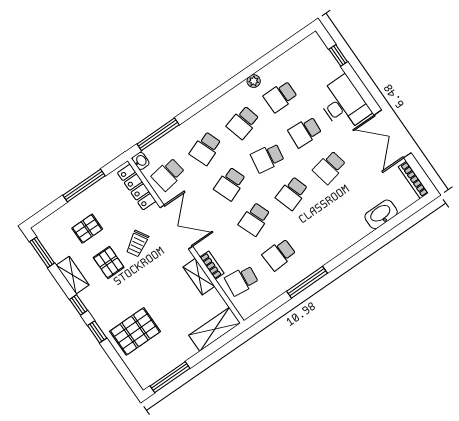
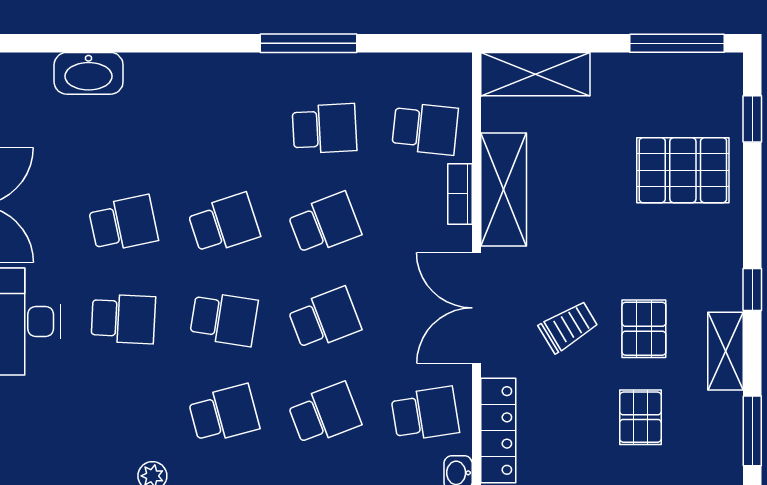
school desk: (280, 97) -> (123, 414), removed
pallet: (87, 229) -> (640, 417), turned 90
shelving: (199, 277) -> (504, 190), width x1.50, depth x1.33
window: (97, 332) -> (752, 119), moved

